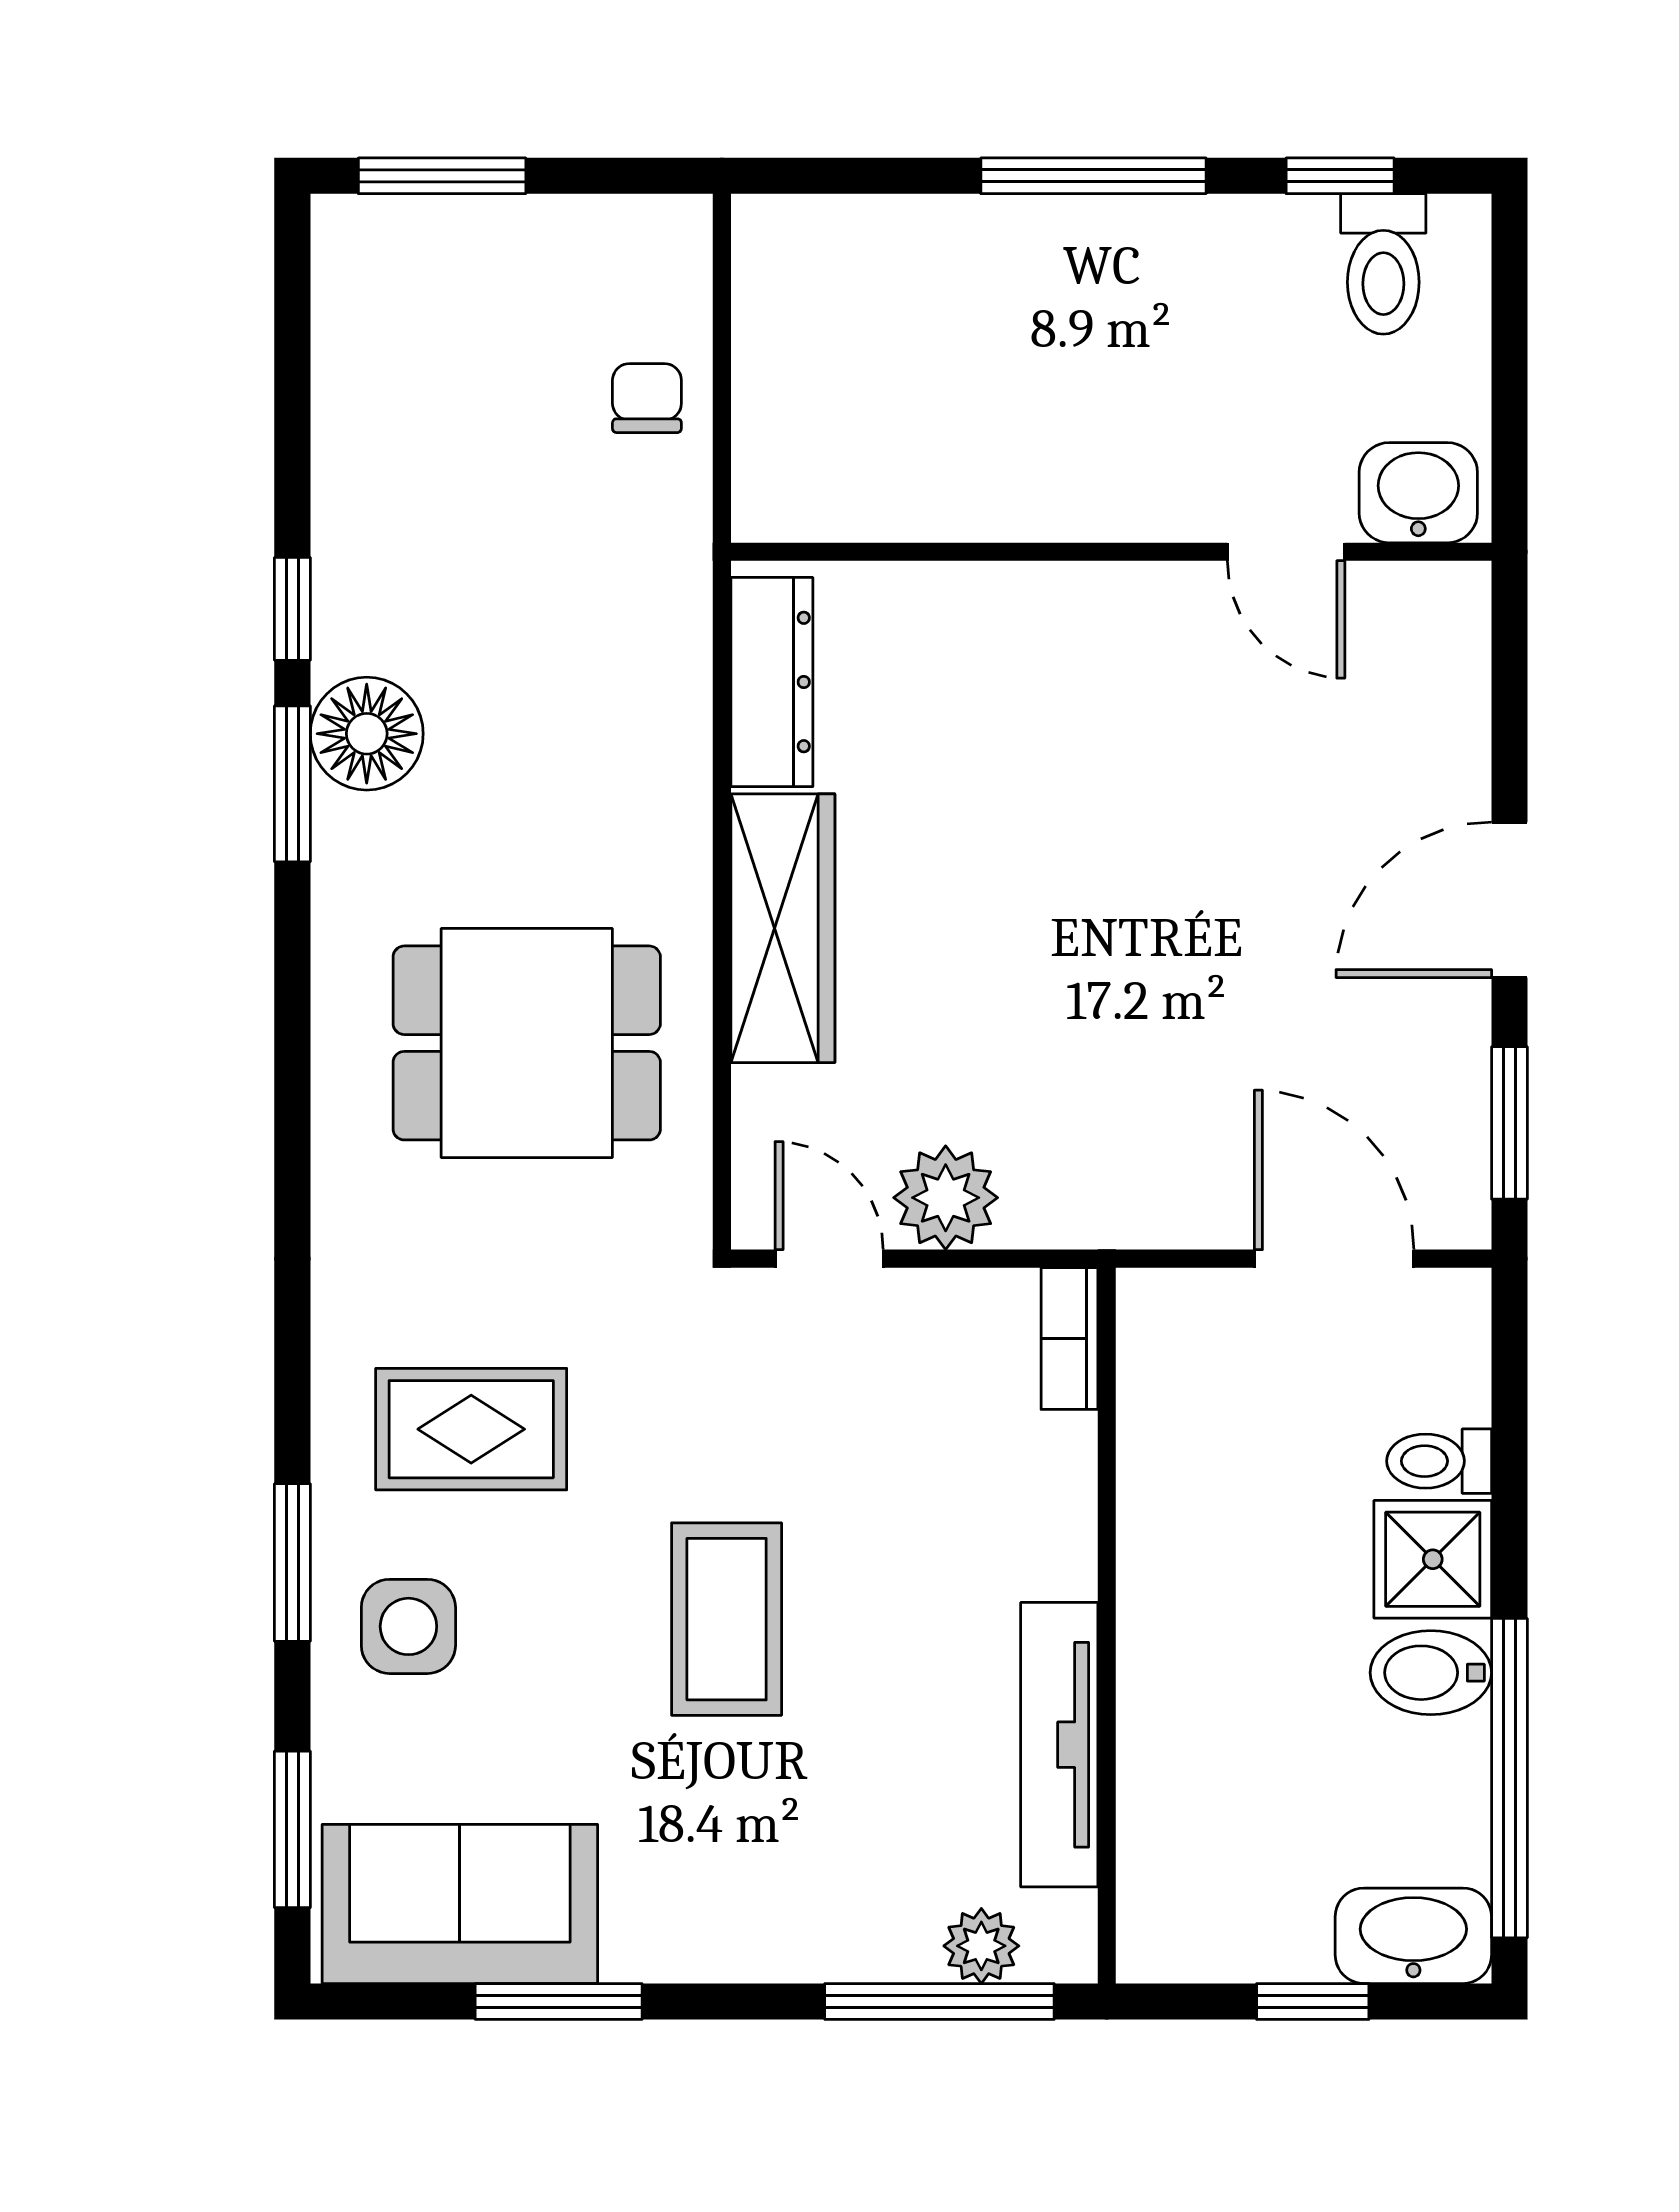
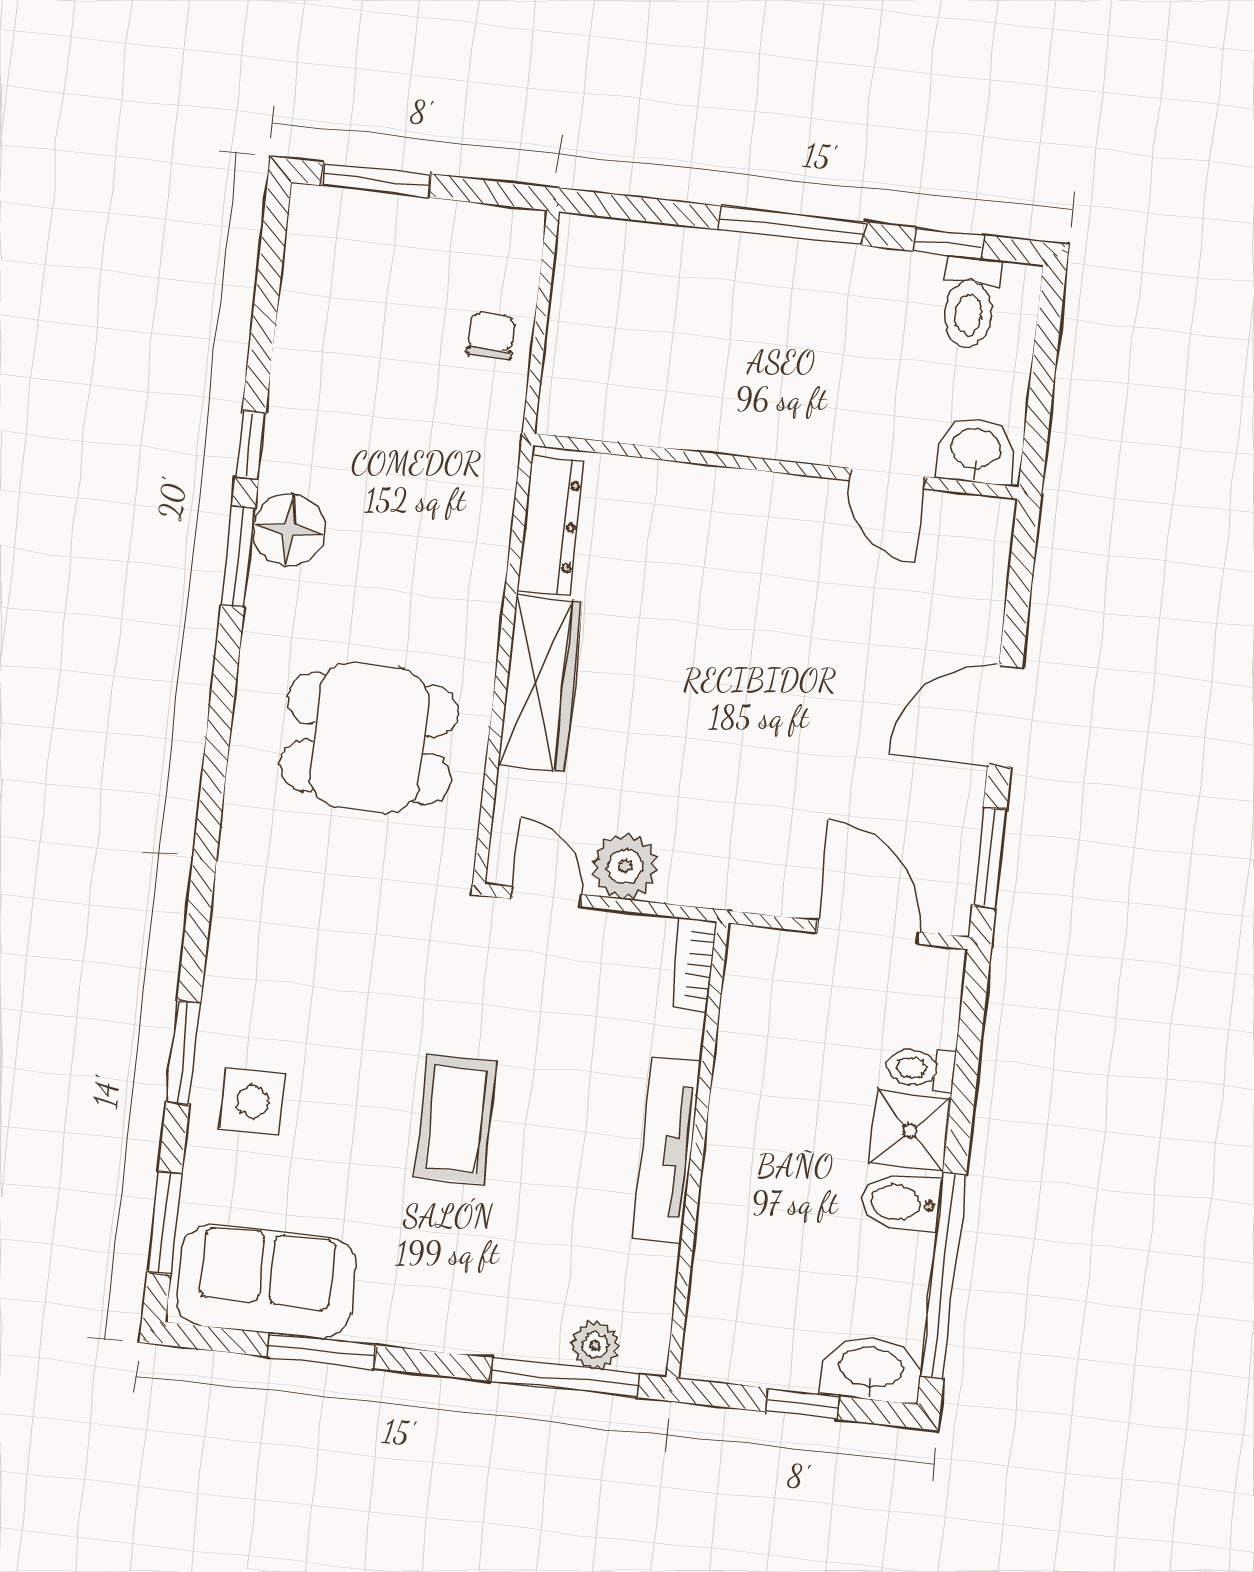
rug: (471, 1429) -> (306, 980), removed
tv unit: (1059, 1745) -> (667, 1150), moved

